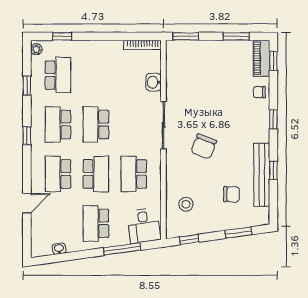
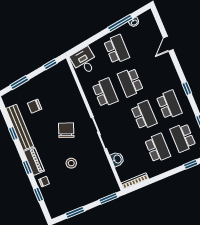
piano: (261, 58) -> (34, 161), moved
window: (273, 61) -> (39, 195), moved
school desk: (58, 174) -> (158, 148), moved
stool: (186, 204) -> (71, 163), moved
window: (122, 249) -> (120, 23), moved

